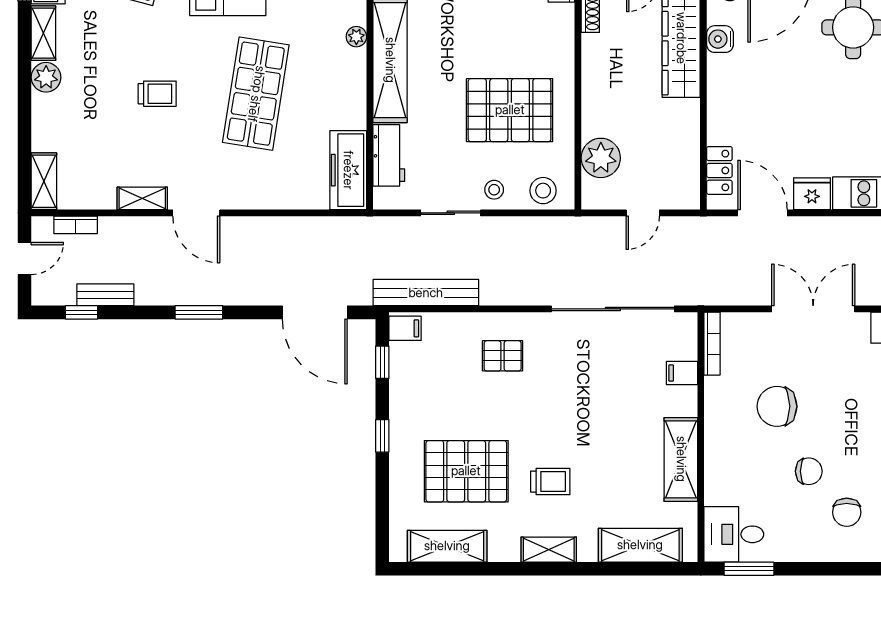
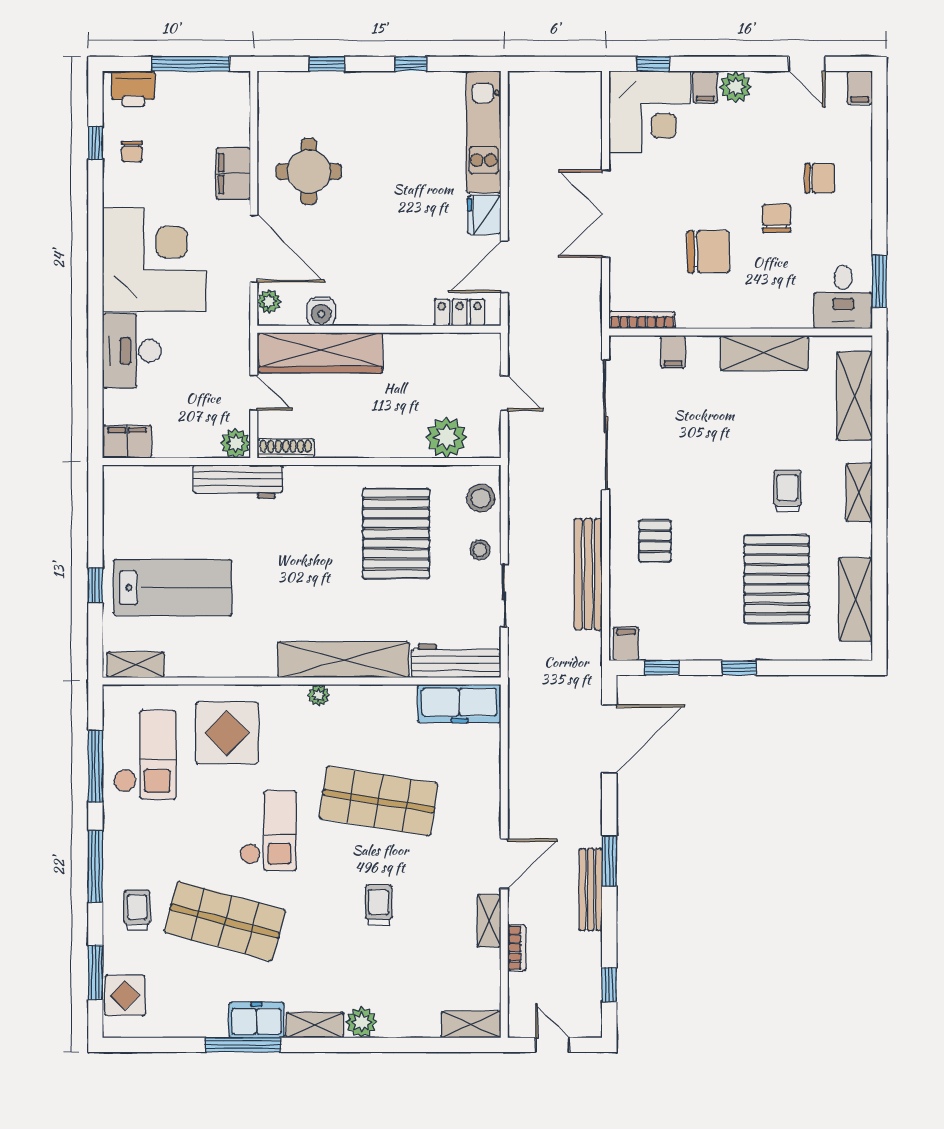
workbench: (389, 155) -> (456, 661), width x1.38
bookcase: (76, 225) -> (517, 948), moved
bench: (426, 293) -> (588, 574), moved
bench: (105, 295) -> (591, 890), moved, width x1.36
chair: (777, 406) -> (708, 252), turned -90

